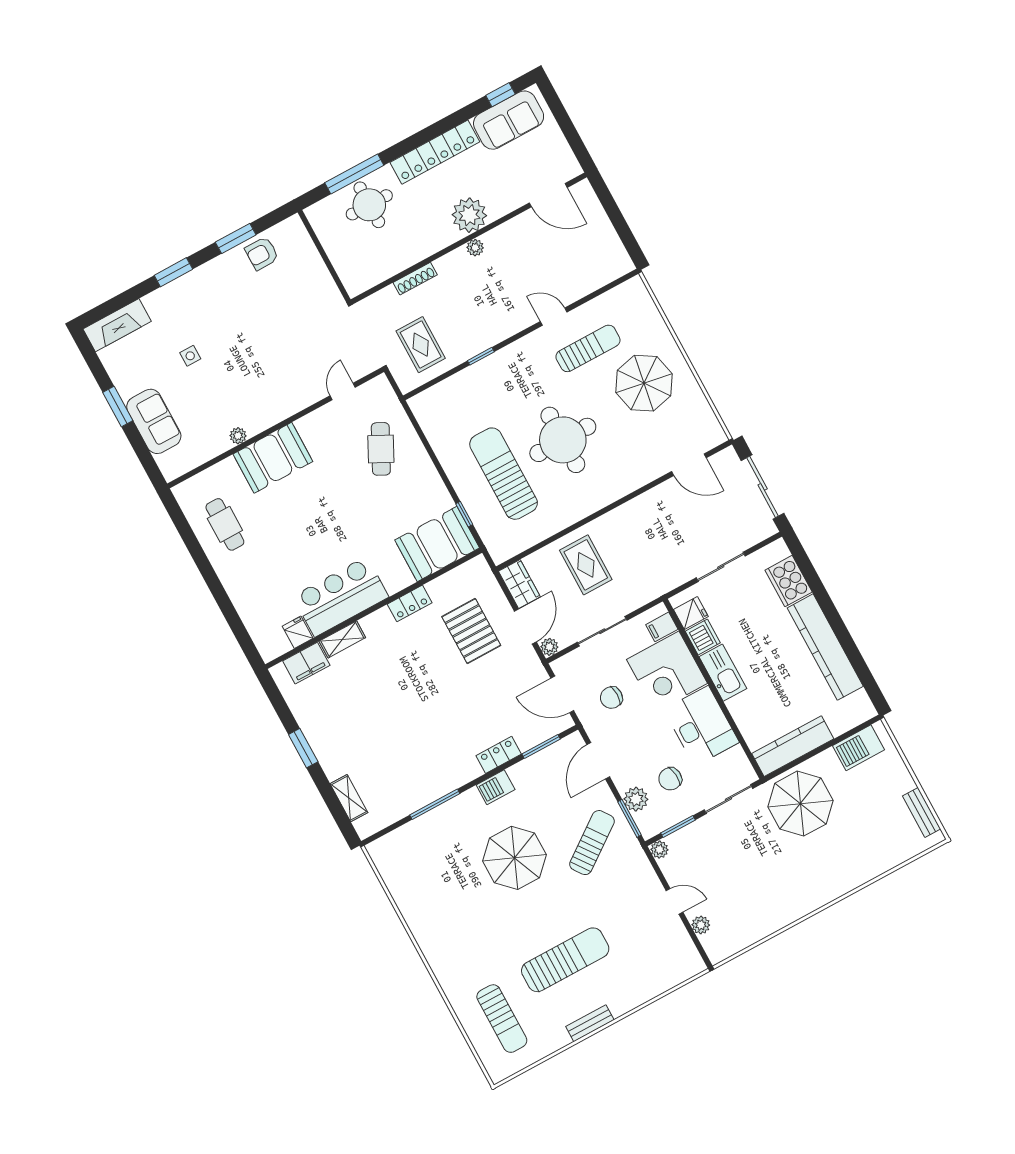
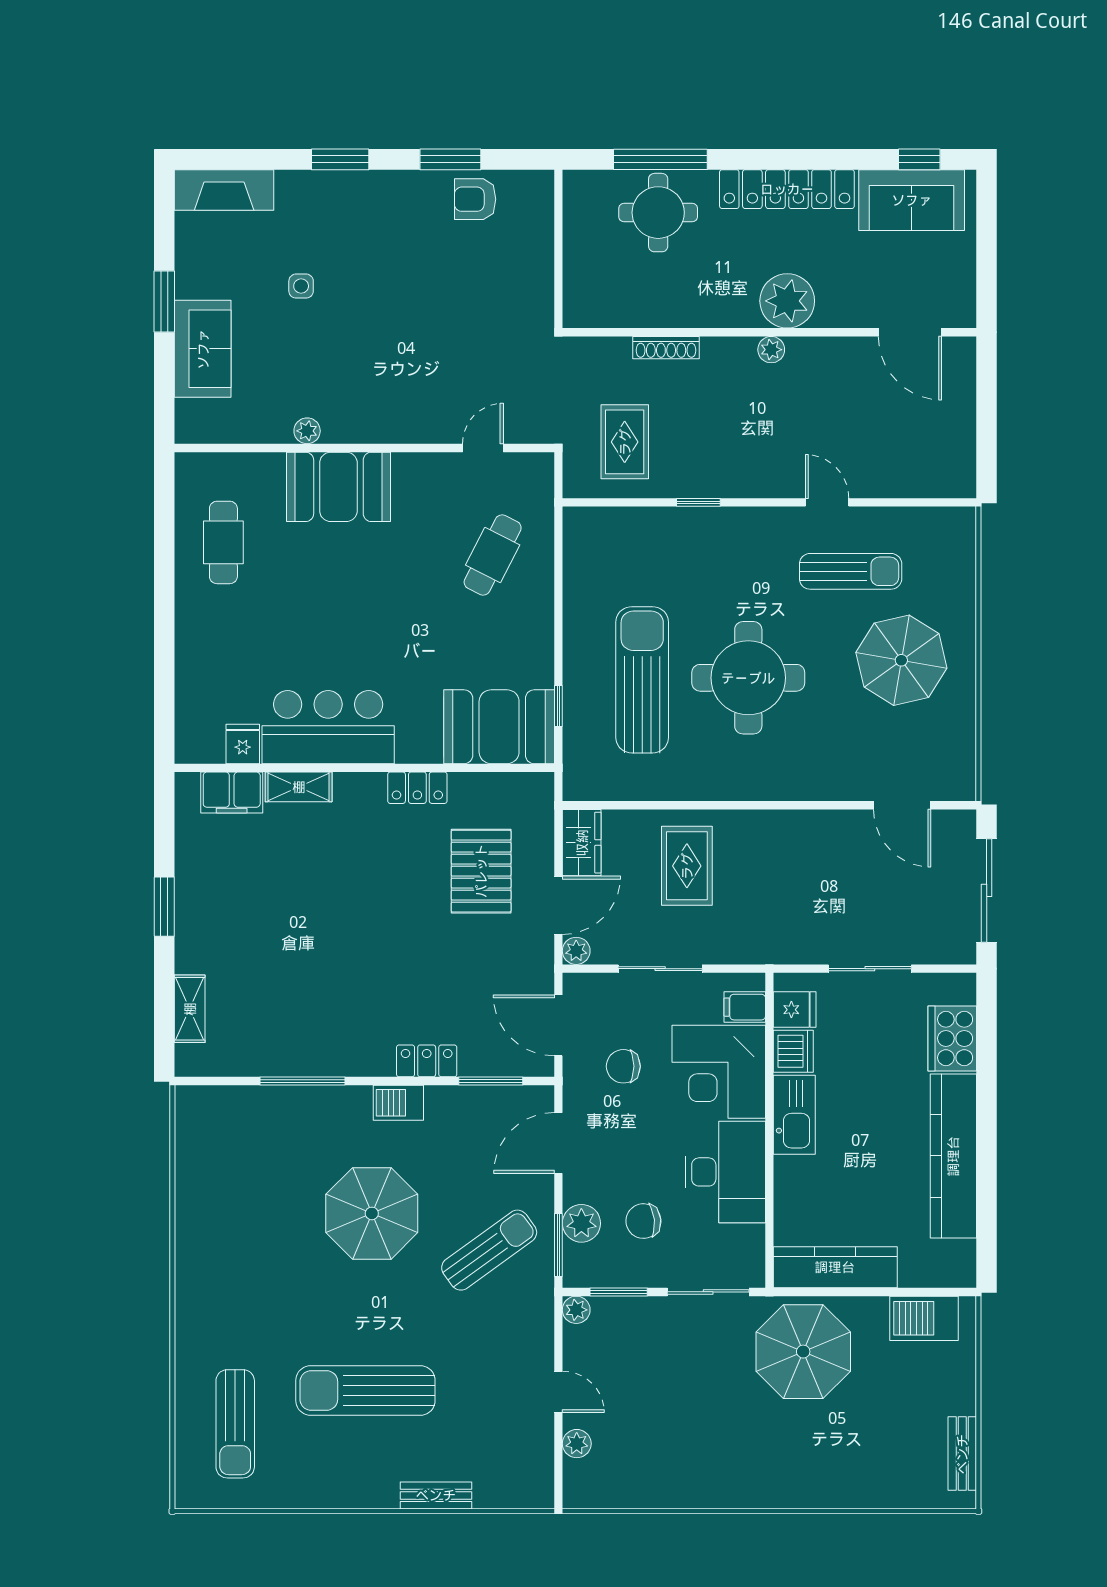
sun lounger: (565, 960) -> (365, 1390), turned 180
bench: (590, 1023) -> (436, 1495), moved

